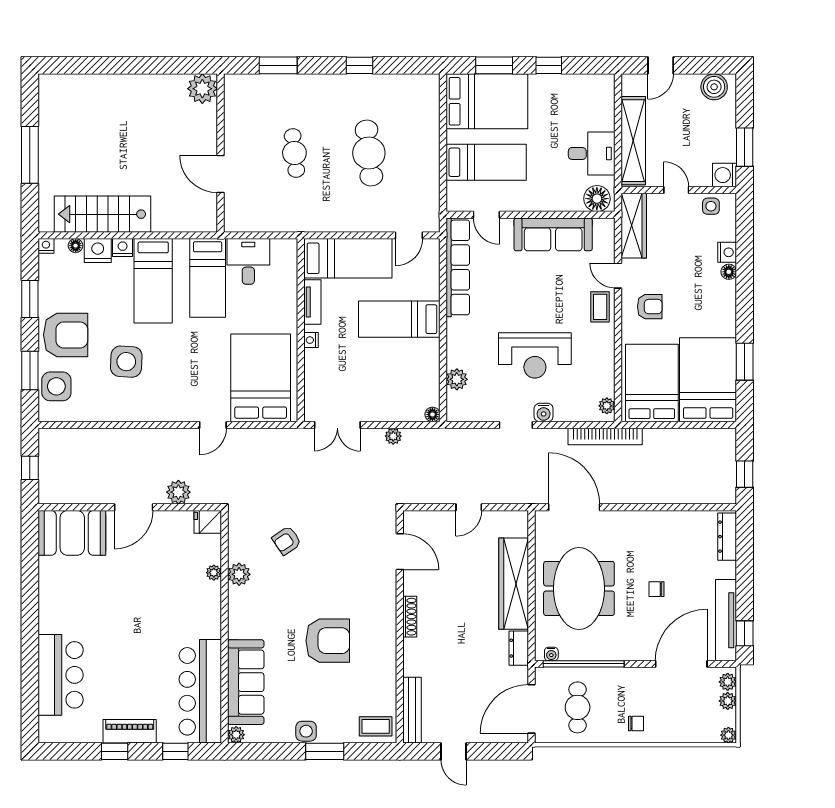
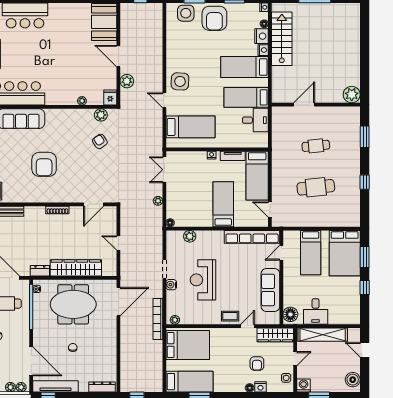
armchair: (650, 307) -> (257, 363), moved
side table: (126, 362) -> (180, 81), moved
bed: (261, 378) -> (190, 127), width x0.67
bed: (708, 380) -> (189, 382), width x0.67
plant: (239, 574) -> (101, 115), moved

